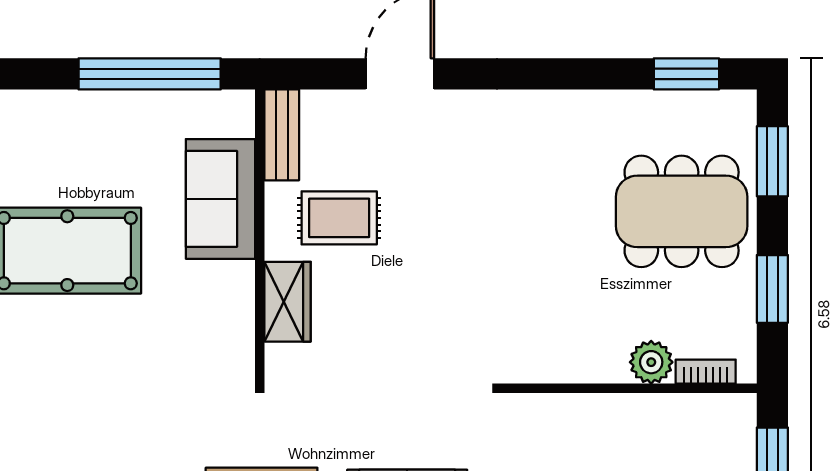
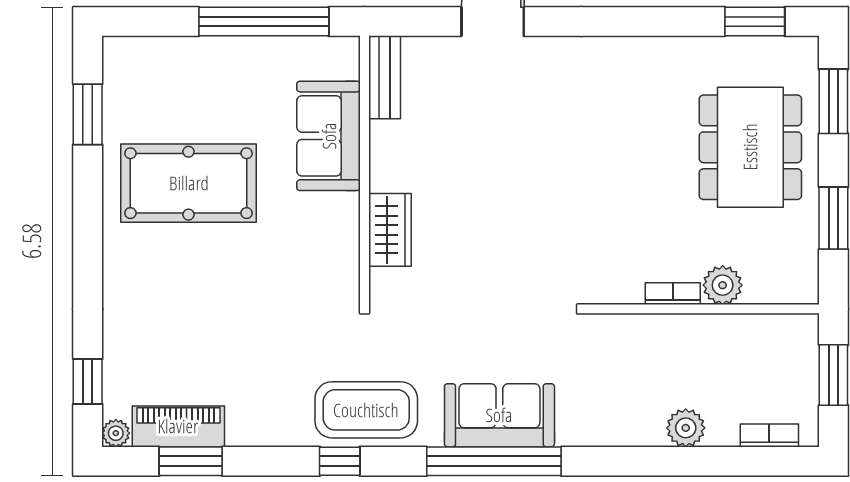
dining table: (682, 211) -> (750, 147), turned 90
rug: (339, 218) -> (437, 153), removed
bookcase: (706, 372) -> (673, 294), moved

